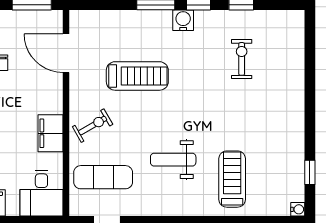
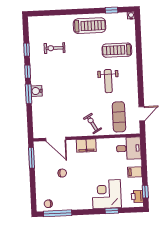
water cooler: (183, 20) -> (37, 91), moved
door: (66, 53) -> (56, 139), hinge flipped
treadmill: (137, 76) -> (90, 26), moved, turned 90
filing cabinet: (50, 133) -> (86, 146), moved

